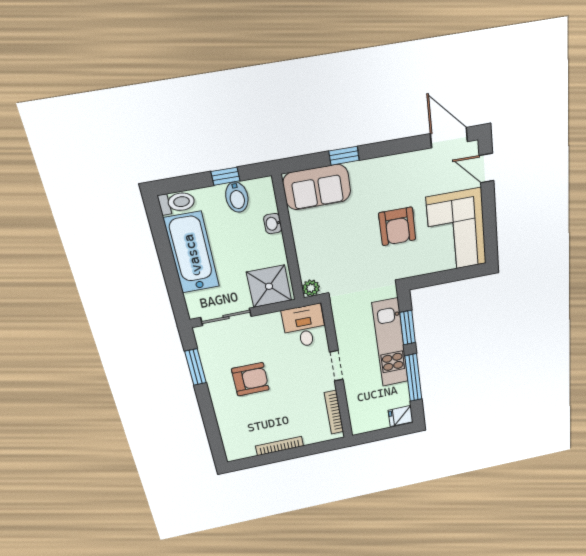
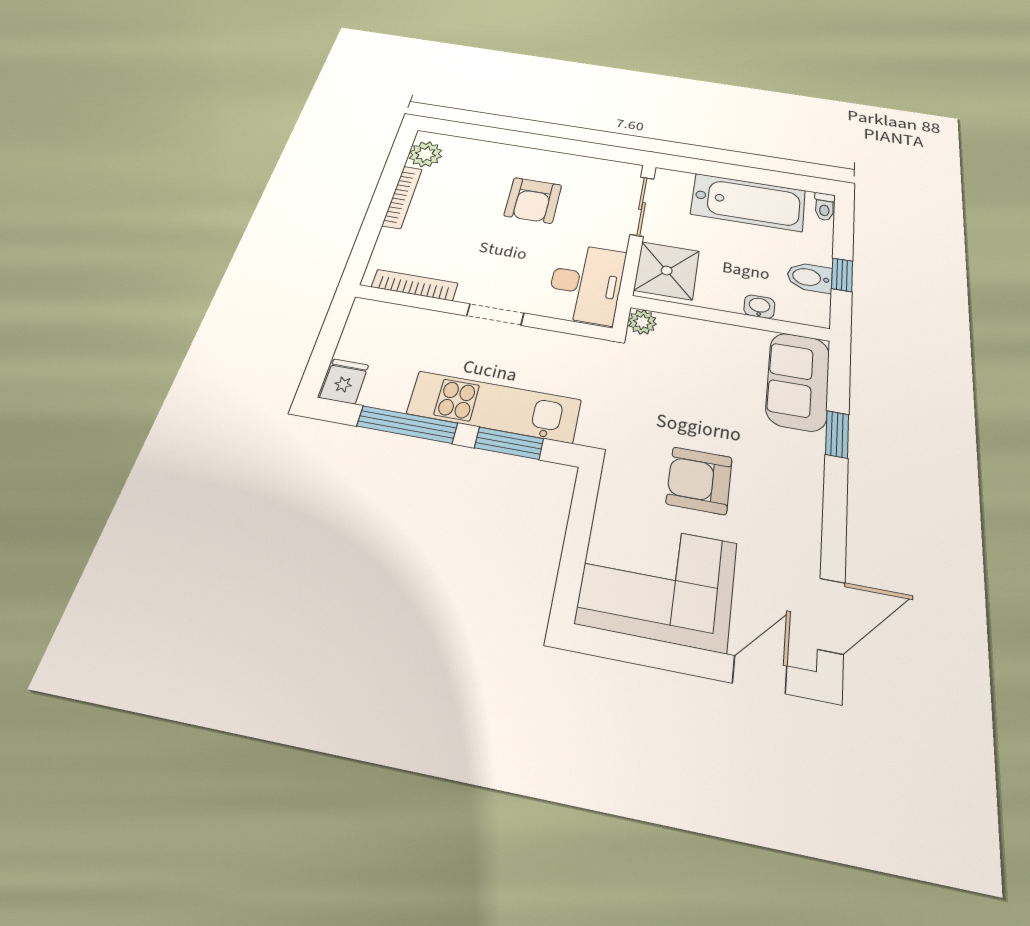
toilet: (177, 202) -> (824, 207), width x0.73, depth x0.72
desk: (304, 326) -> (586, 283), width x1.37
window: (195, 367) -> (584, 149), removed
plant: (243, 449) -> (426, 154), added

